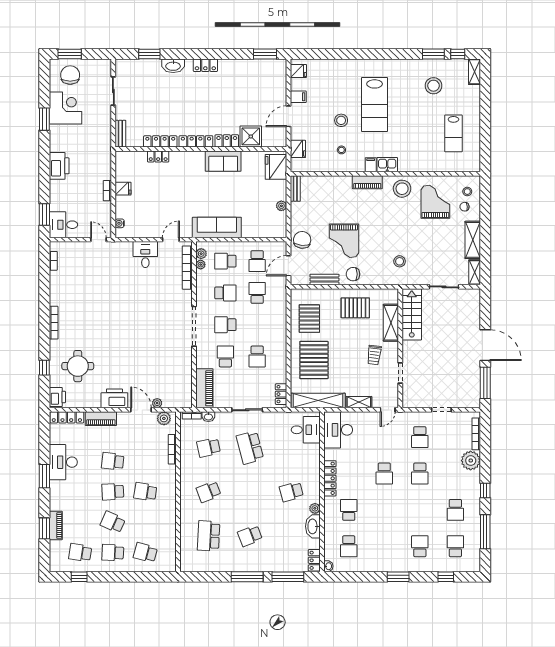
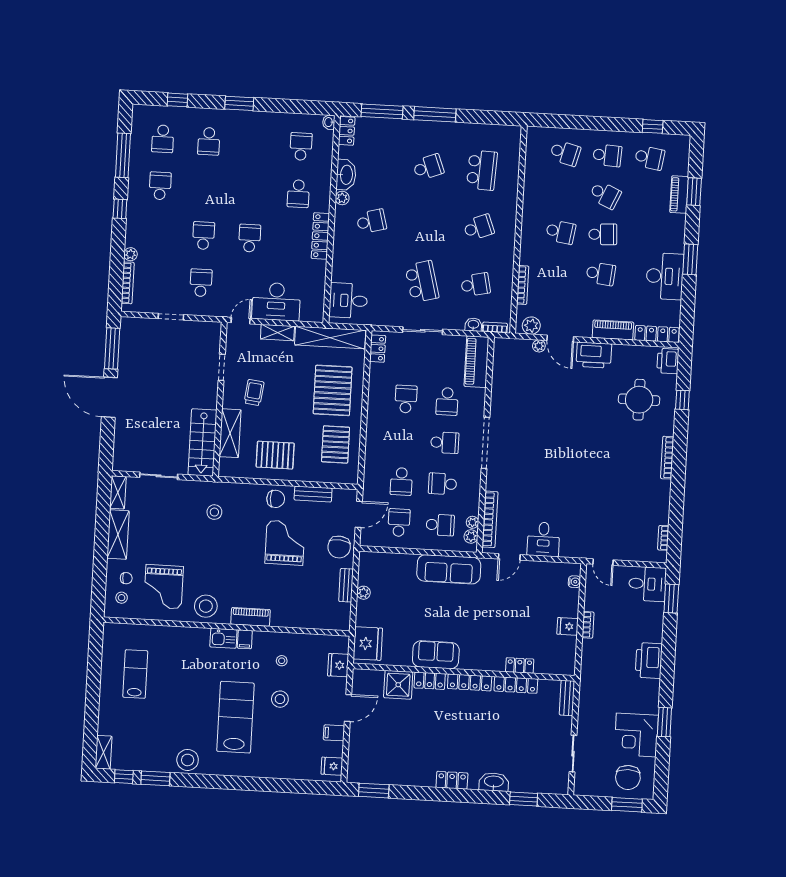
stool: (434, 86) -> (188, 760), moved
bench: (295, 189) -> (346, 585), moved
desk: (338, 430) -> (276, 302), moved, turned 90
plant: (471, 461) -> (130, 254), width x0.53, depth x0.53

